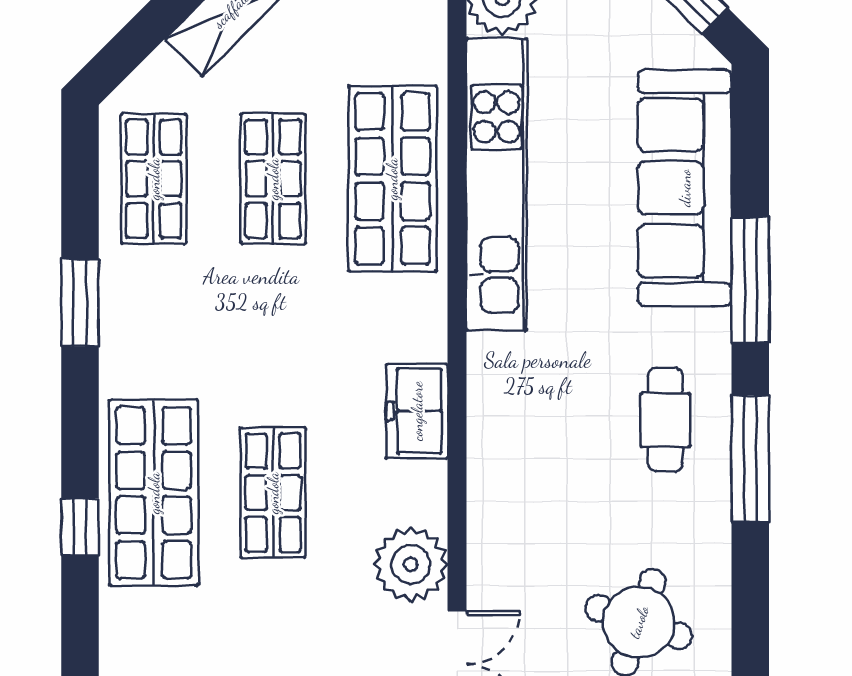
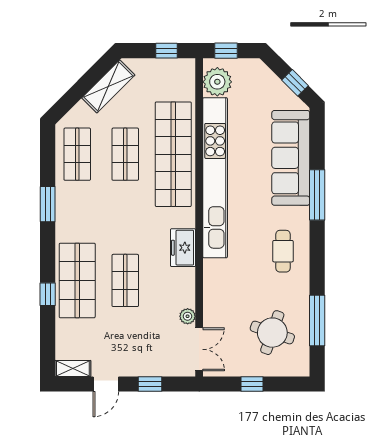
shop shelf: (392, 179) -> (173, 154), width x1.40
kitchen unit: (496, 184) -> (215, 178), width x1.36
window: (750, 459) -> (317, 321), moved
plant: (411, 564) -> (188, 316), width x0.53, depth x0.53

